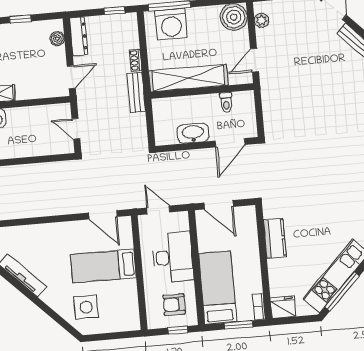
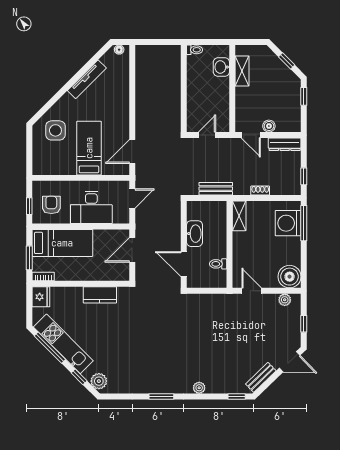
boiler: (57, 39) -> (269, 126), moved
shelving: (188, 78) -> (239, 216), width x0.45, depth x0.75
bench: (136, 93) -> (216, 189), moved

